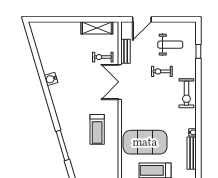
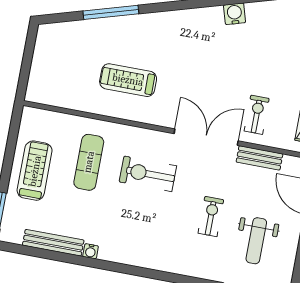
exercise bike: (186, 93) -> (148, 174), moved
exercise mat: (145, 142) -> (89, 162), width x0.50, depth x0.69

